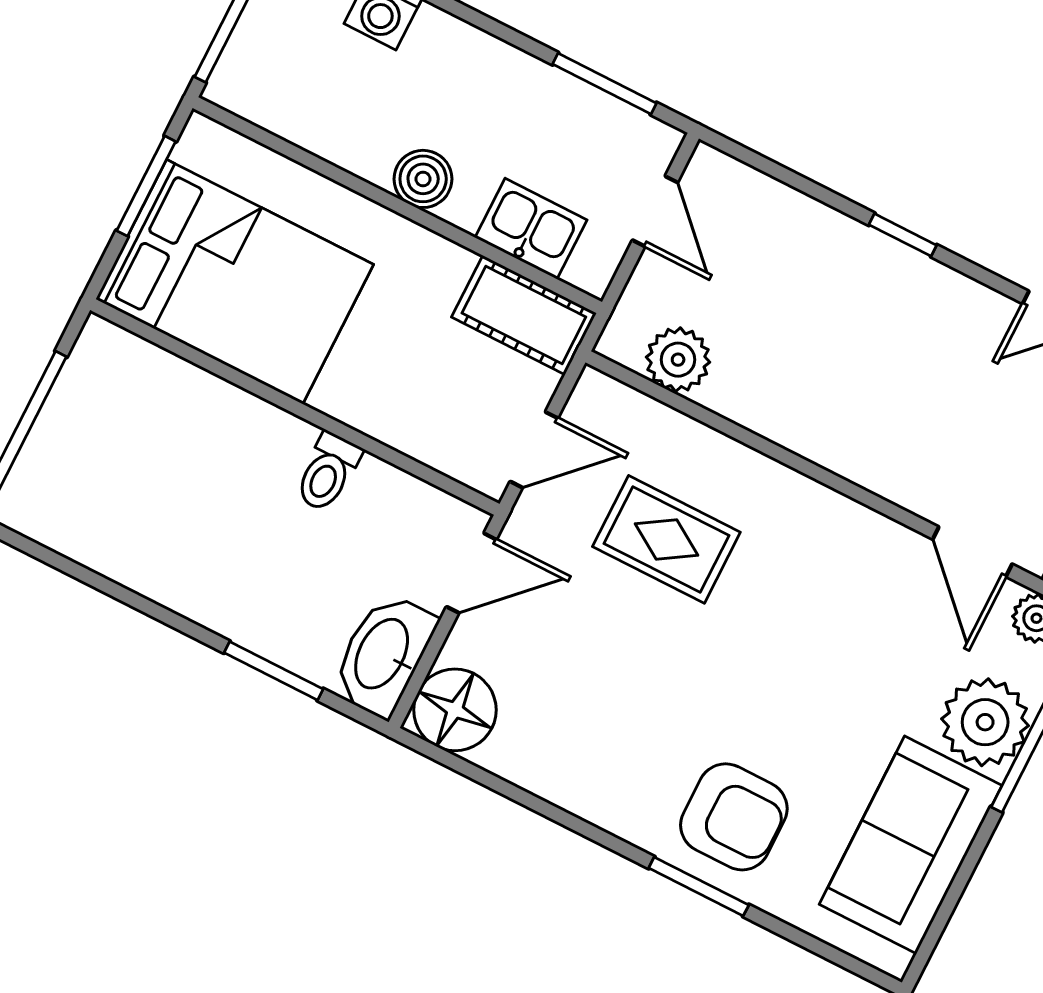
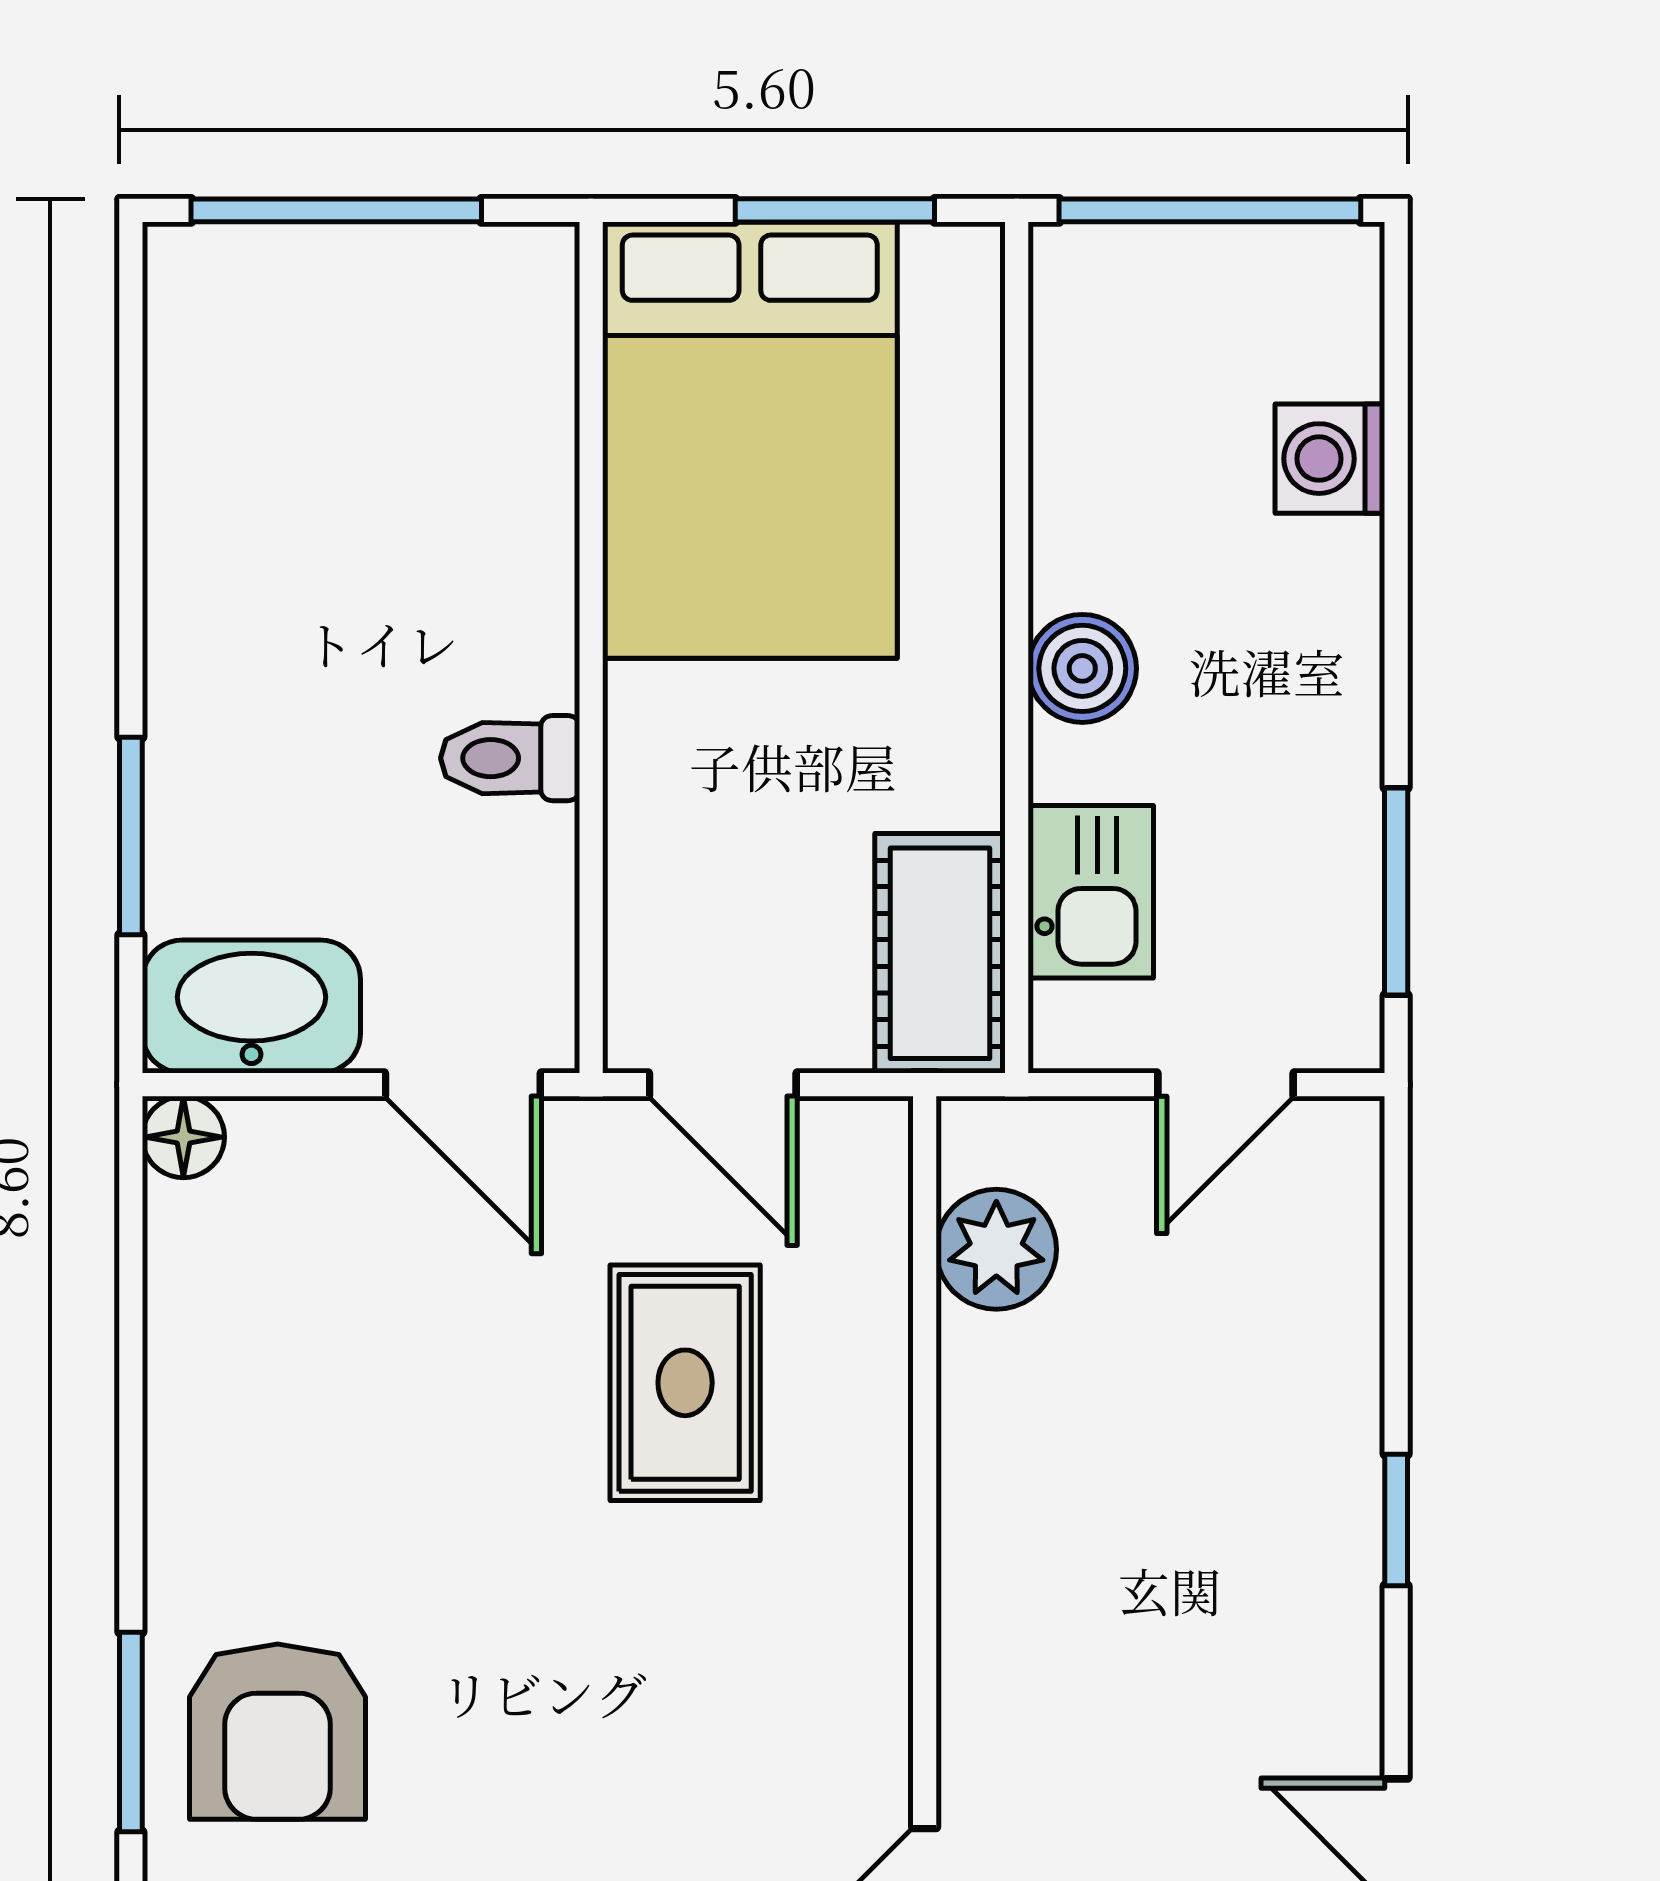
floor lamp: (455, 710) -> (183, 1137), width x0.53, depth x0.53

